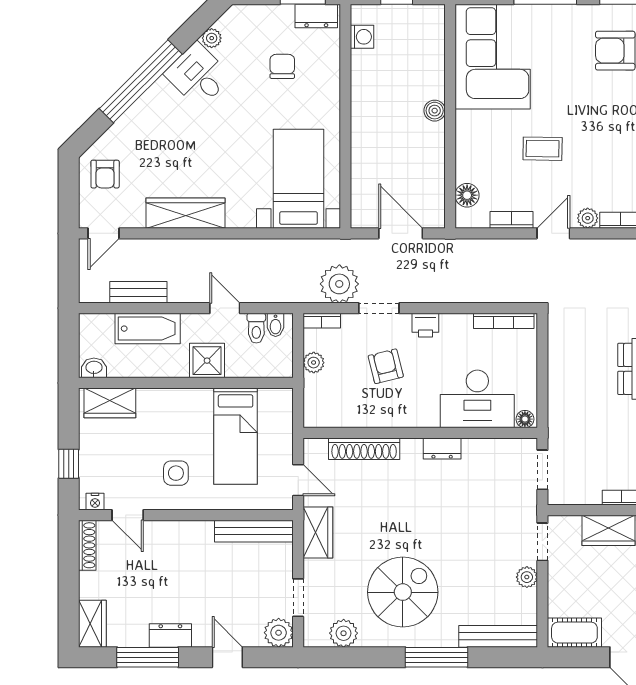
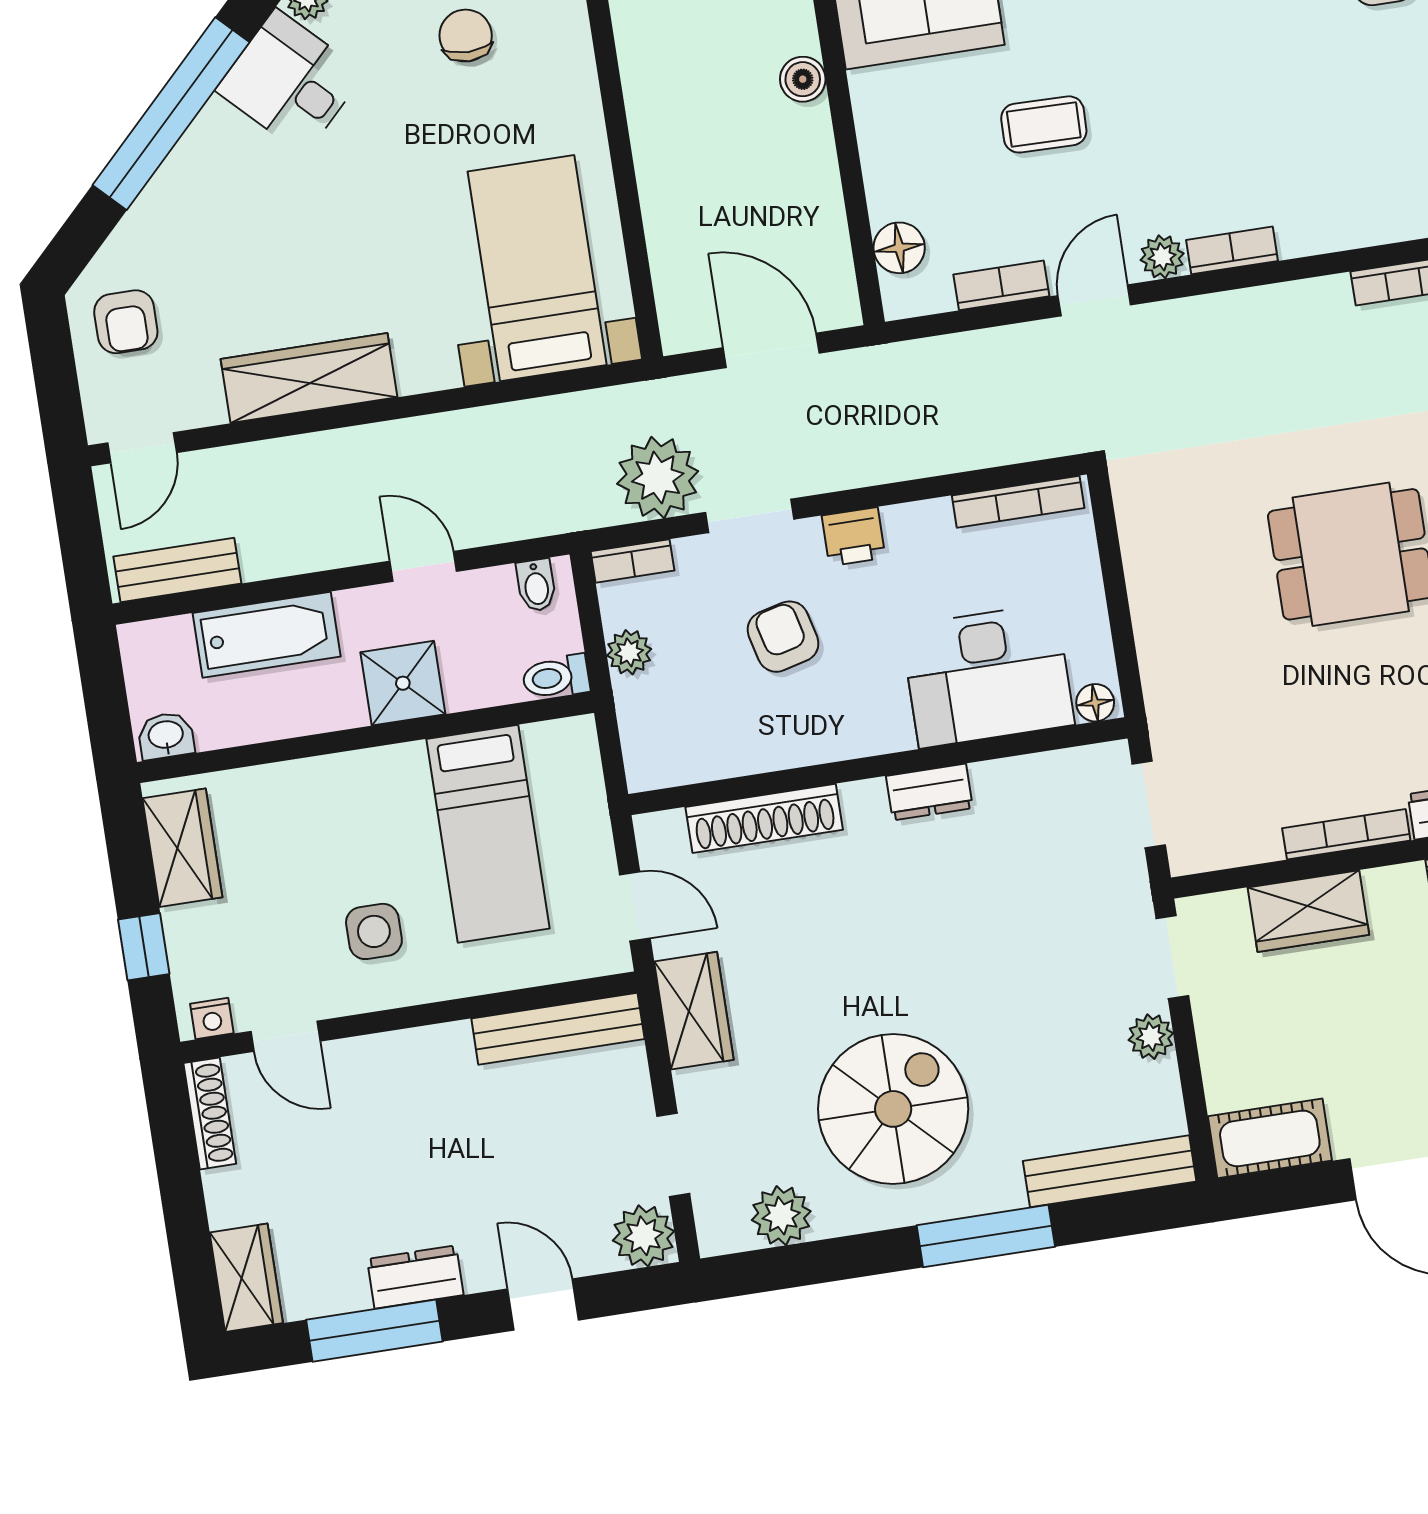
bench: (138, 292) -> (177, 570), moved
toilet: (256, 328) -> (556, 677), moved, turned 90
wardrobe: (110, 403) -> (182, 848), moved, turned -90

